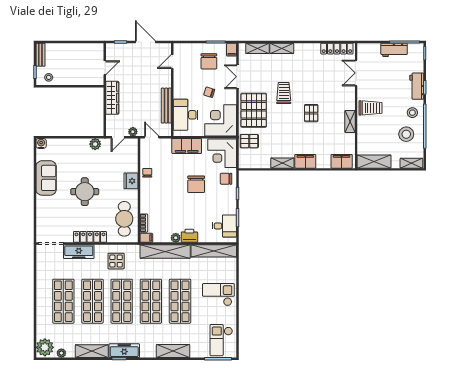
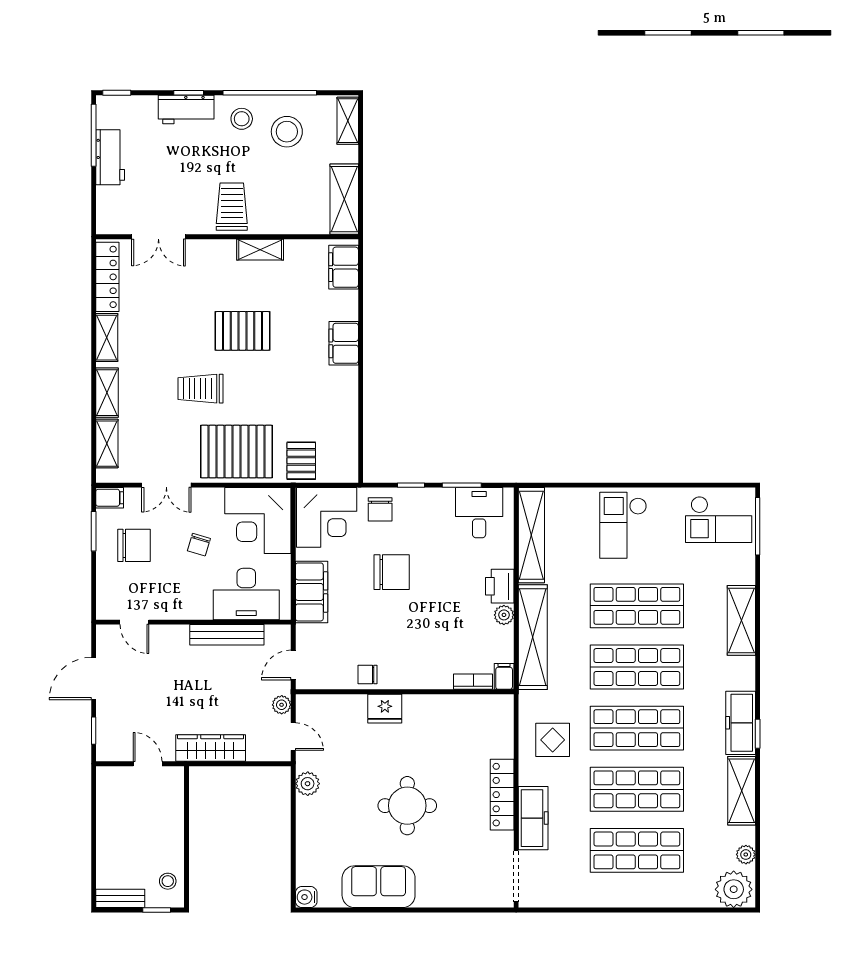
pallet: (311, 113) -> (242, 331), width x1.50, depth x1.42
shelving: (282, 163) -> (107, 338), moved
cafe table: (124, 219) -> (464, 723), removed

